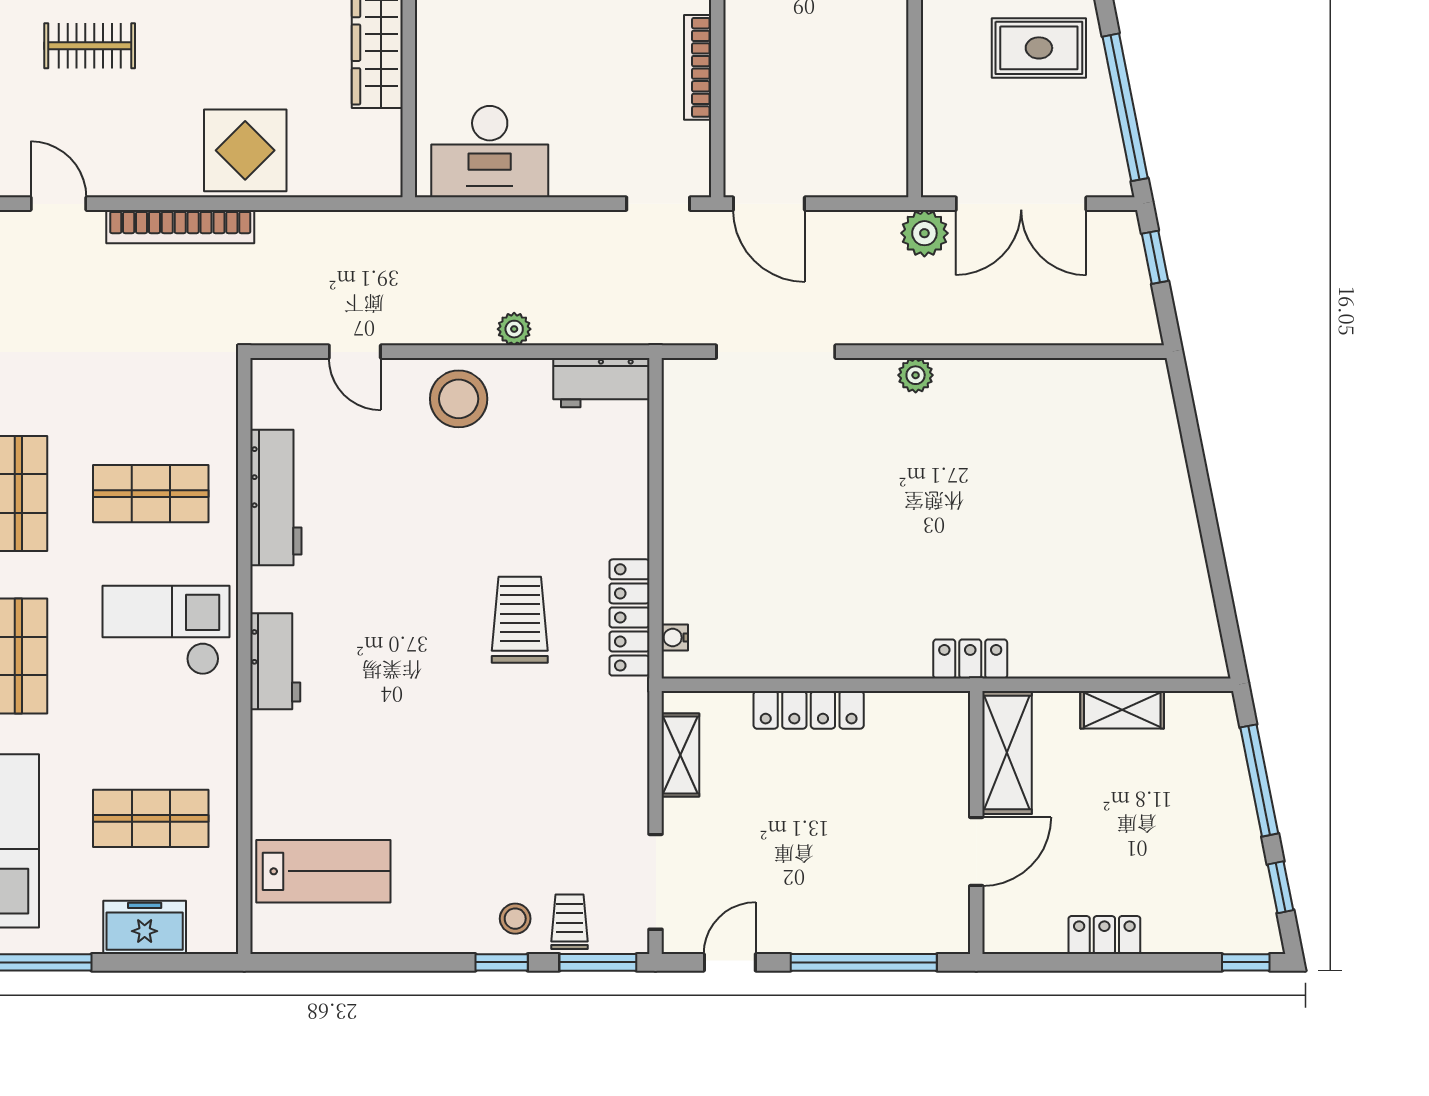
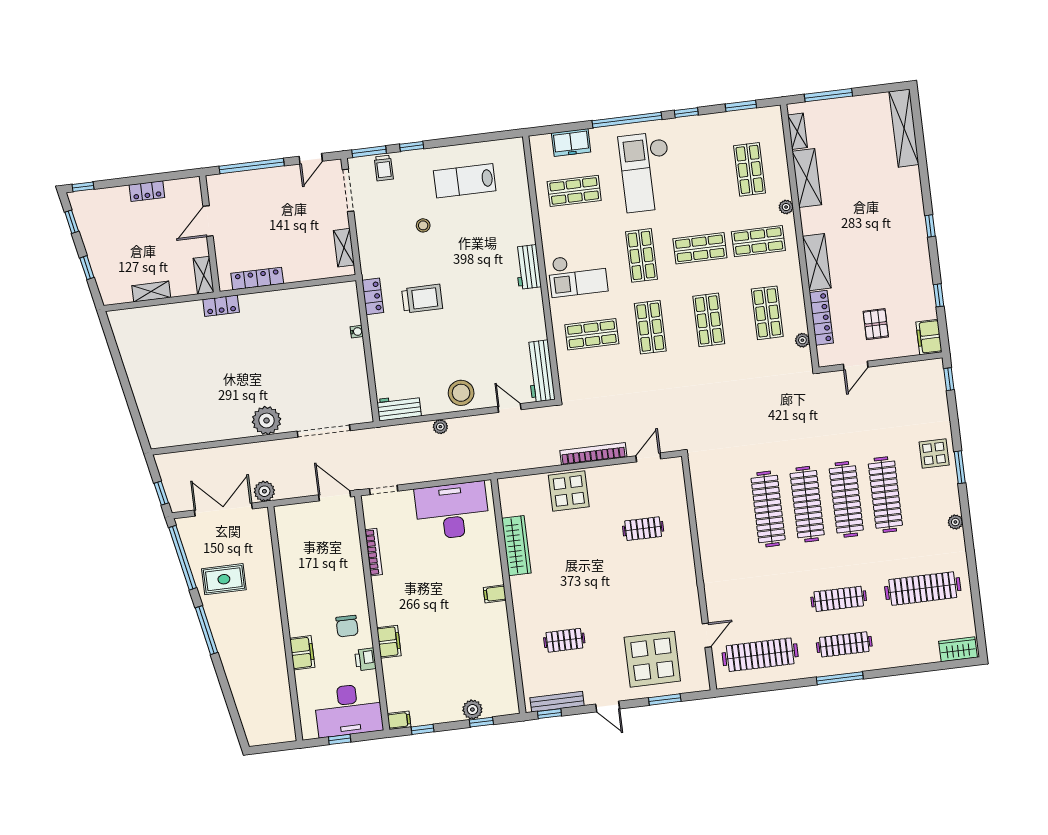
desk: (490, 152) -> (452, 511), width x1.36, depth x1.30
door: (59, 204) -> (648, 457), swing flipped
plant: (916, 375) -> (267, 421), width x1.87, depth x1.87
workbench: (276, 498) -> (540, 371), moved
locker: (629, 617) -> (373, 296), width x0.66
trolley: (520, 620) -> (422, 299), turned -90
water cooler: (675, 638) -> (357, 332), moved
locker: (809, 710) -> (257, 278), moved
shelving: (1007, 753) -> (204, 275), width x0.67, depth x0.75
window: (1259, 780) -> (87, 268), width x0.46
lab bench: (323, 871) -> (465, 181), moved
stool: (515, 919) -> (423, 225), moved

